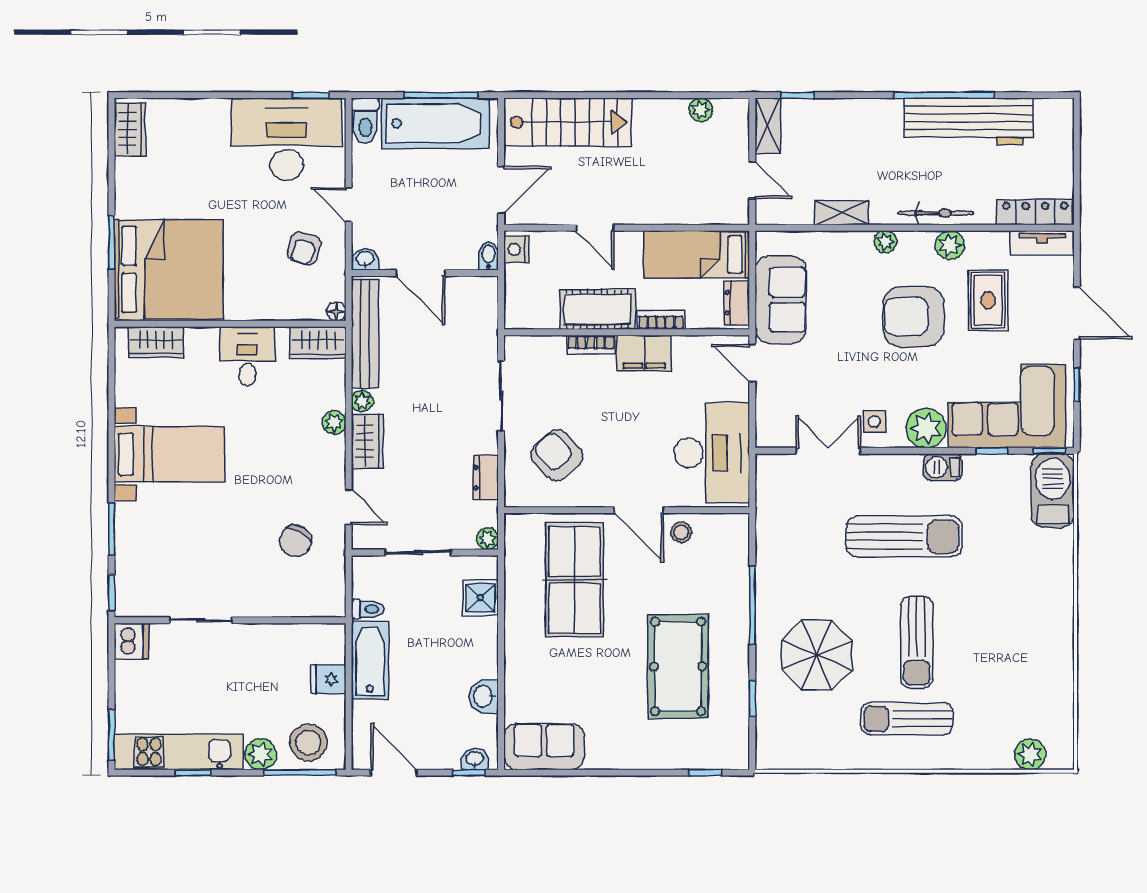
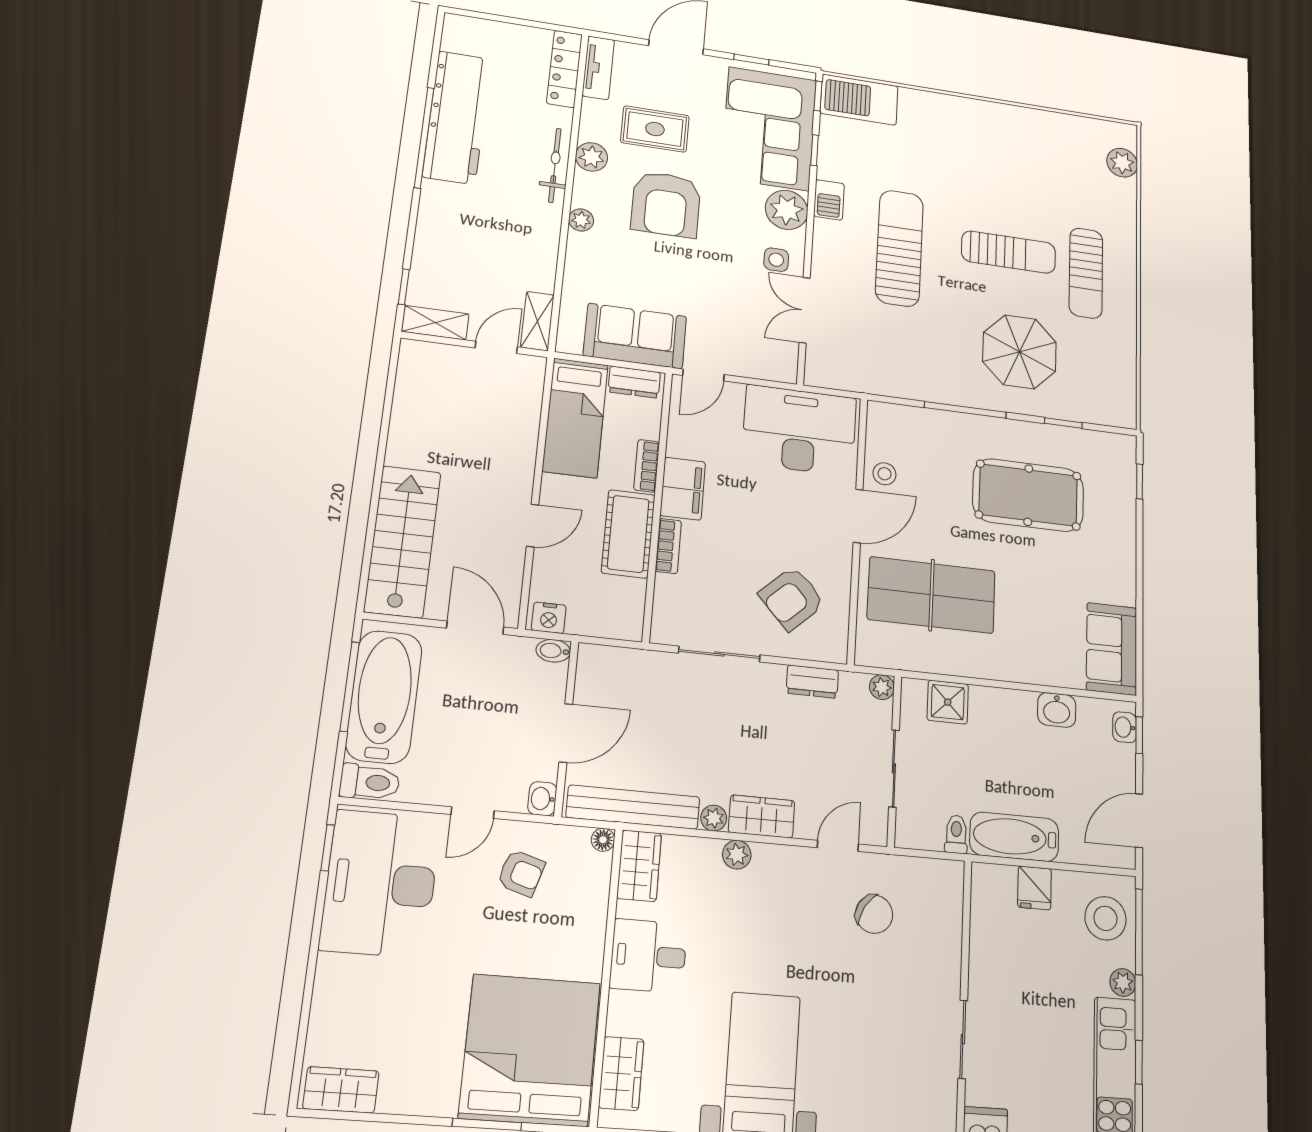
plant: (701, 110) -> (407, 392), removed
shelving: (842, 213) -> (537, 321), moved
plant: (261, 754) -> (1123, 982), width x0.73, depth x0.73

